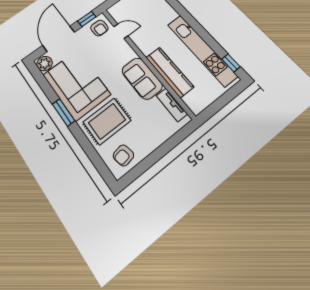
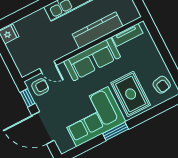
door: (121, 31) -> (48, 67), swing flipped
plant: (45, 64) -> (66, 144), removed
sofa: (142, 78) -> (92, 59), width x1.36

